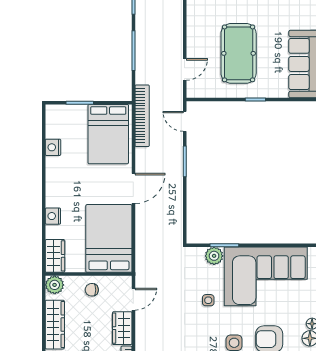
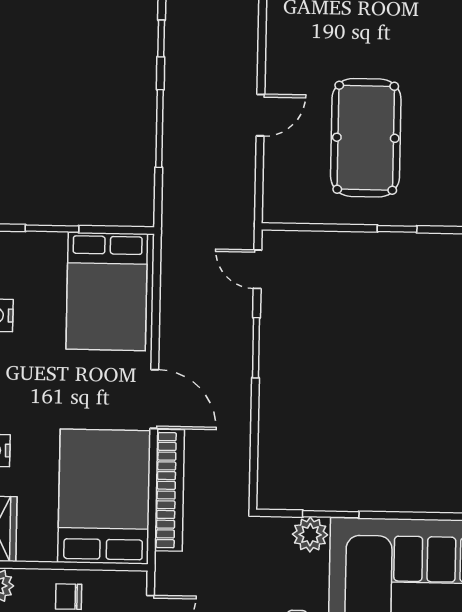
door: (185, 69) -> (260, 115), moved
bookcase: (142, 116) -> (169, 490), moved
door: (133, 188) -> (154, 399), hinge flipped

